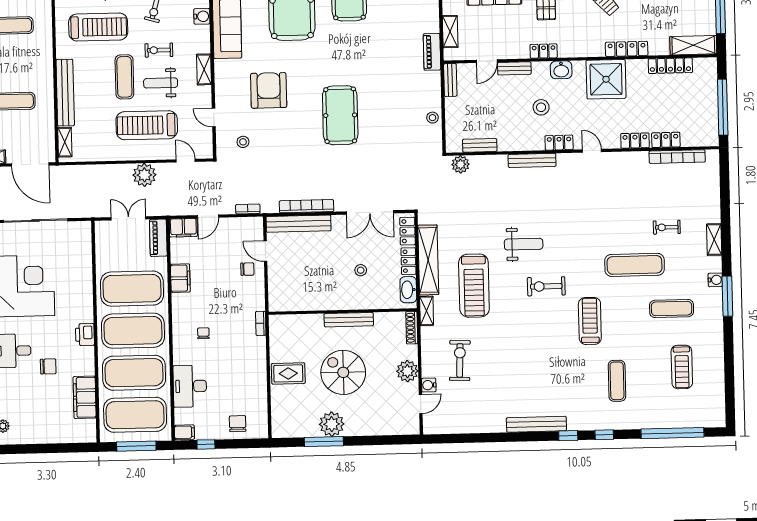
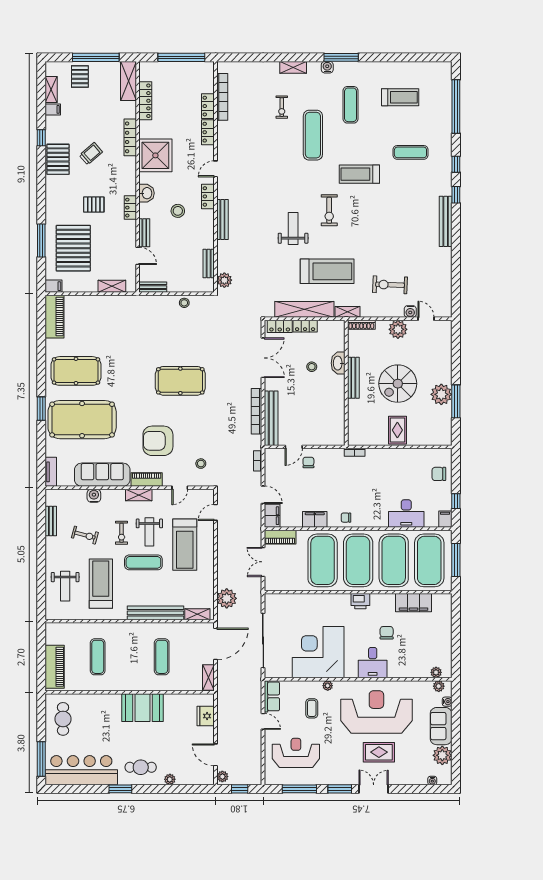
piano: (432, 52) -> (147, 480), moved, turned 180
plant: (144, 175) -> (227, 598), moved
washbasin: (408, 290) -> (338, 363), moved, turned 90
chair: (203, 333) -> (346, 518), moved

